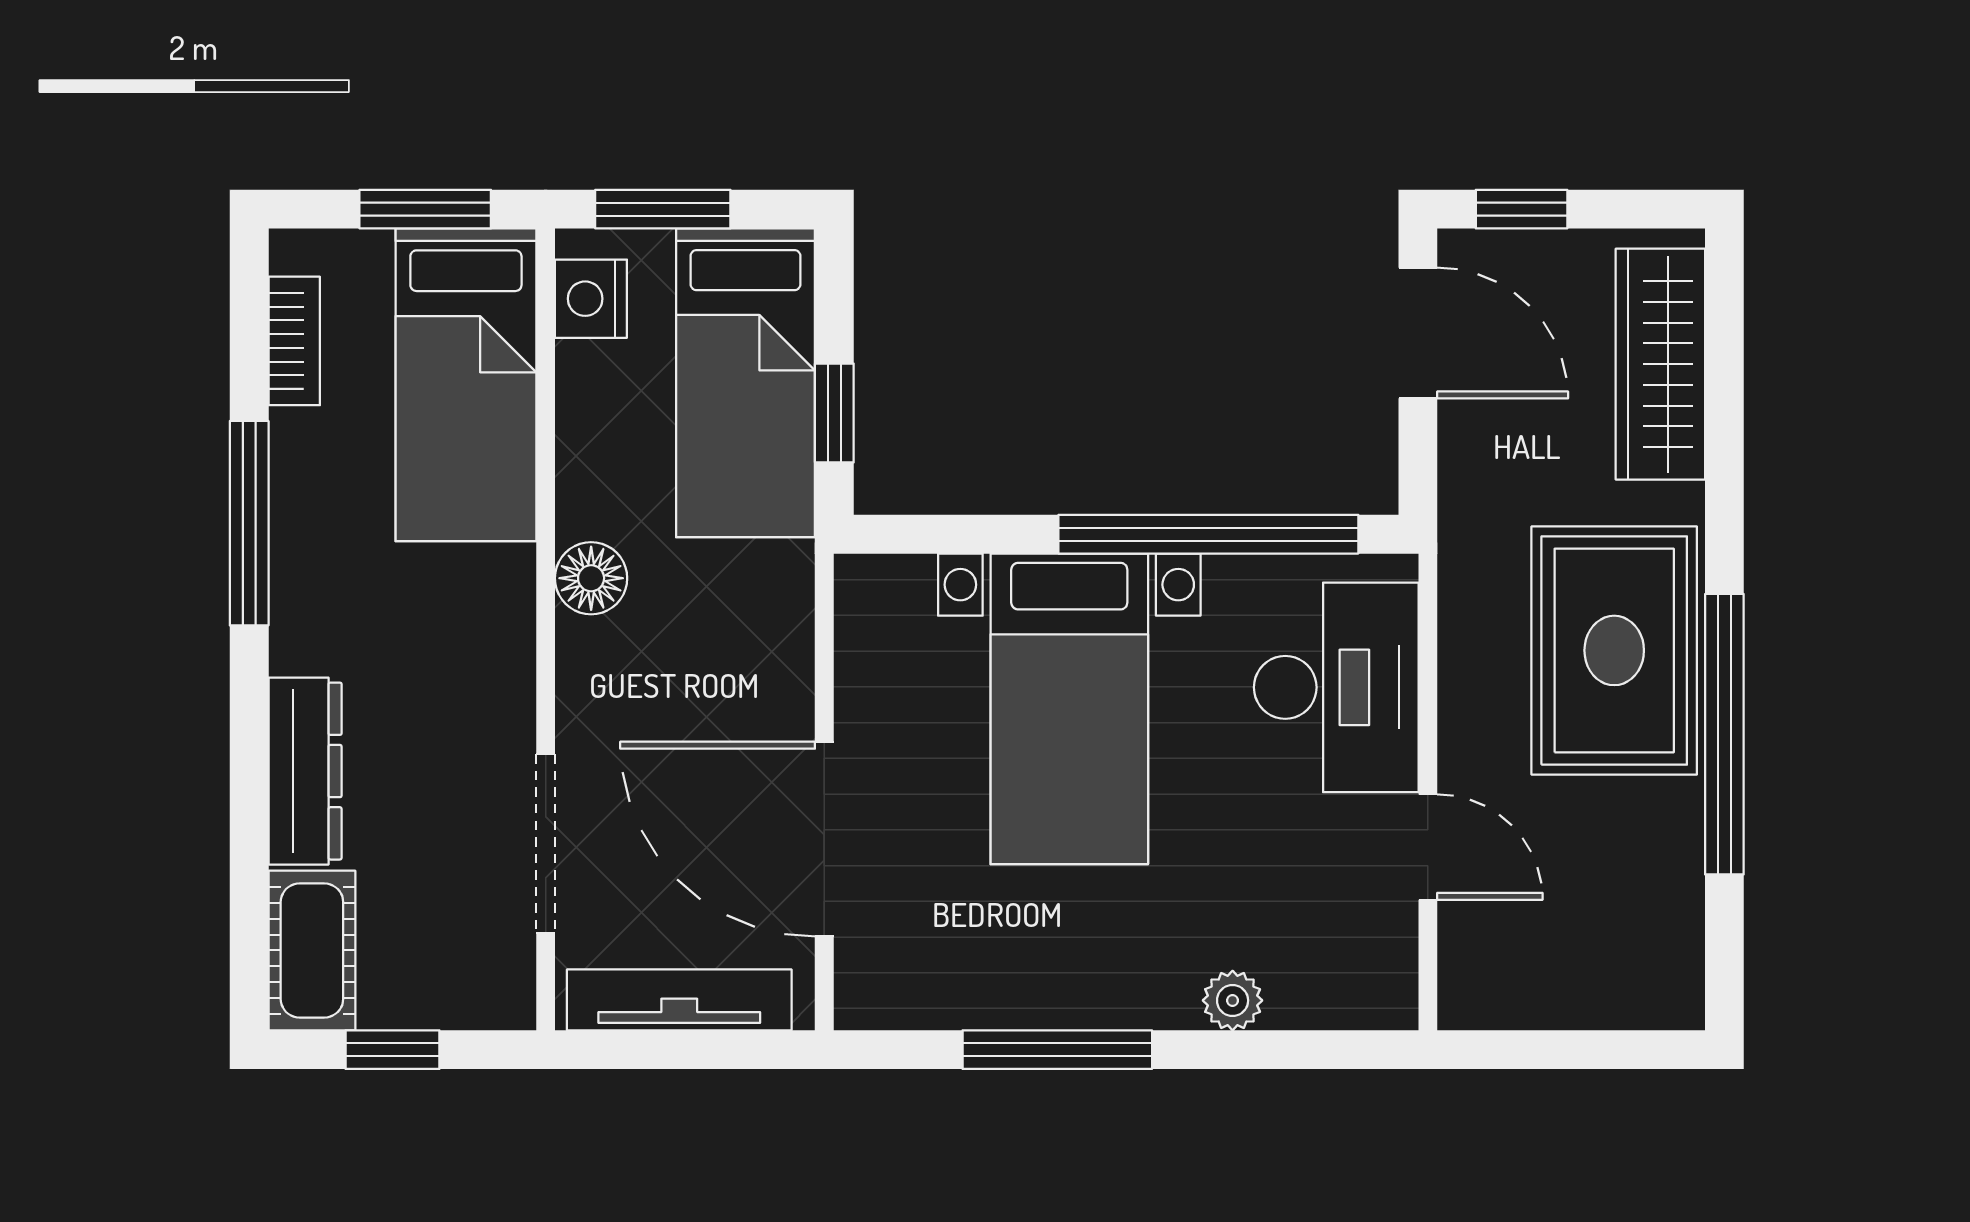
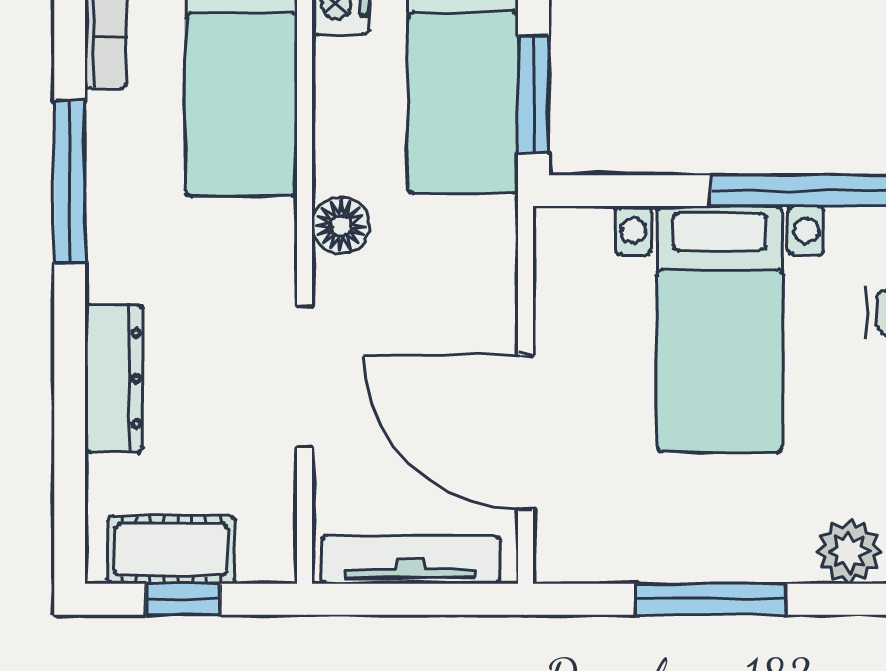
window: (834, 413) -> (533, 95), width x1.50
doorway: (546, 844) -> (305, 377), moved
cot: (312, 950) -> (171, 549), moved, turned 90
plant: (1233, 1000) -> (849, 551), width x1.38, depth x1.38

